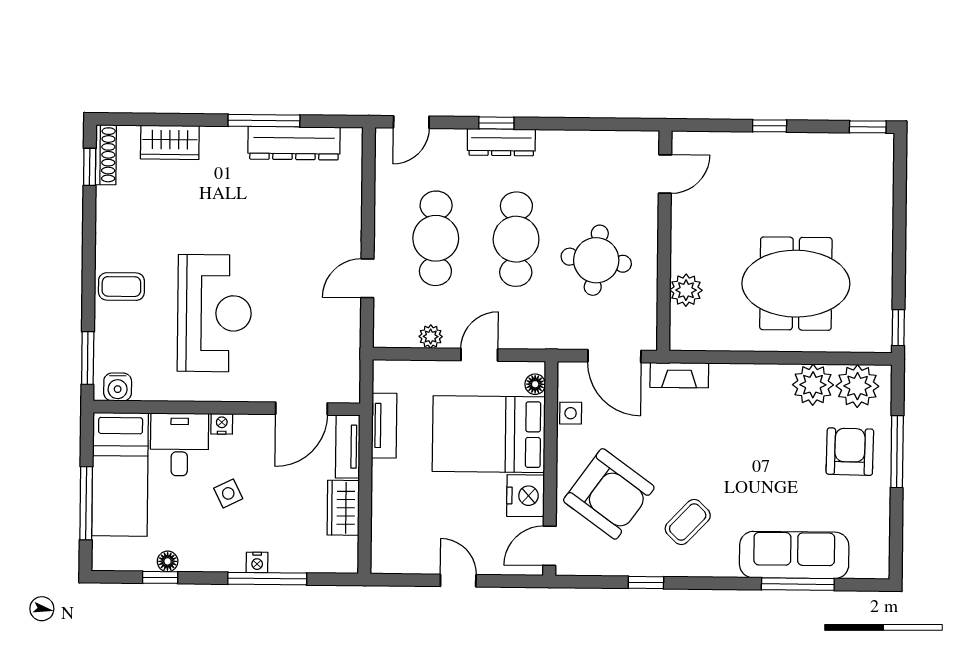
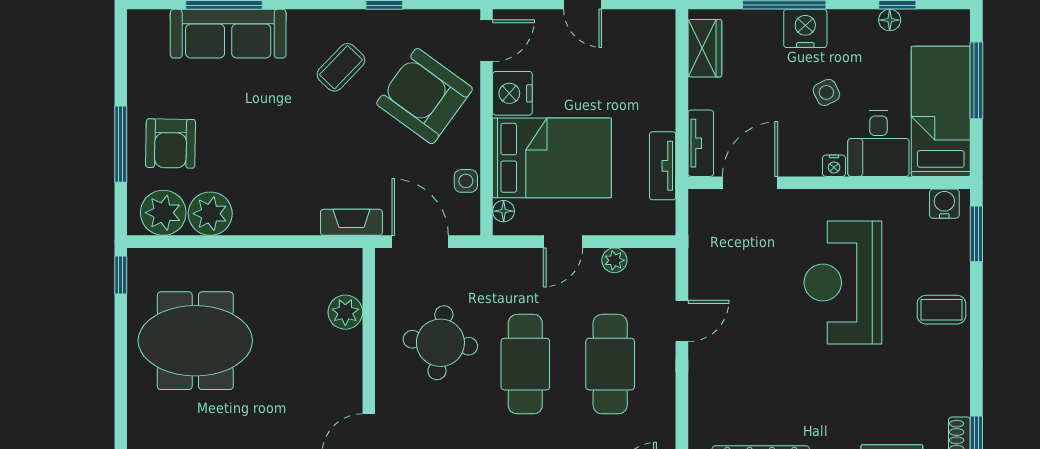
meeting table: (796, 284) -> (195, 341), moved
wardrobe: (343, 508) -> (705, 48), moved
nightstand: (257, 562) -> (805, 28), width x1.89, depth x1.79

